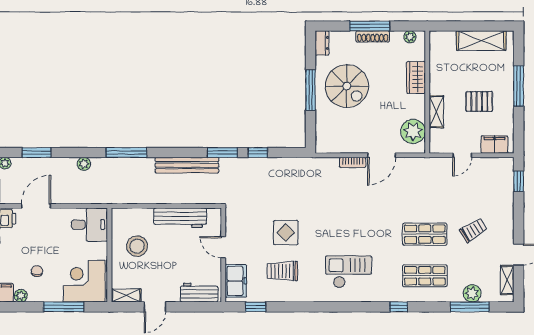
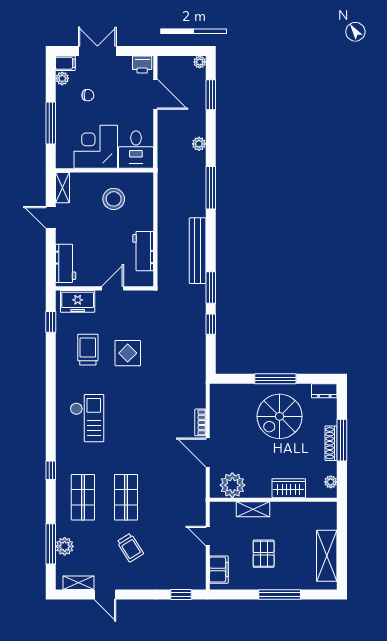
workbench: (180, 218) -> (143, 251), width x0.73
corner desk: (84, 281) -> (96, 147), moved, turned -90

